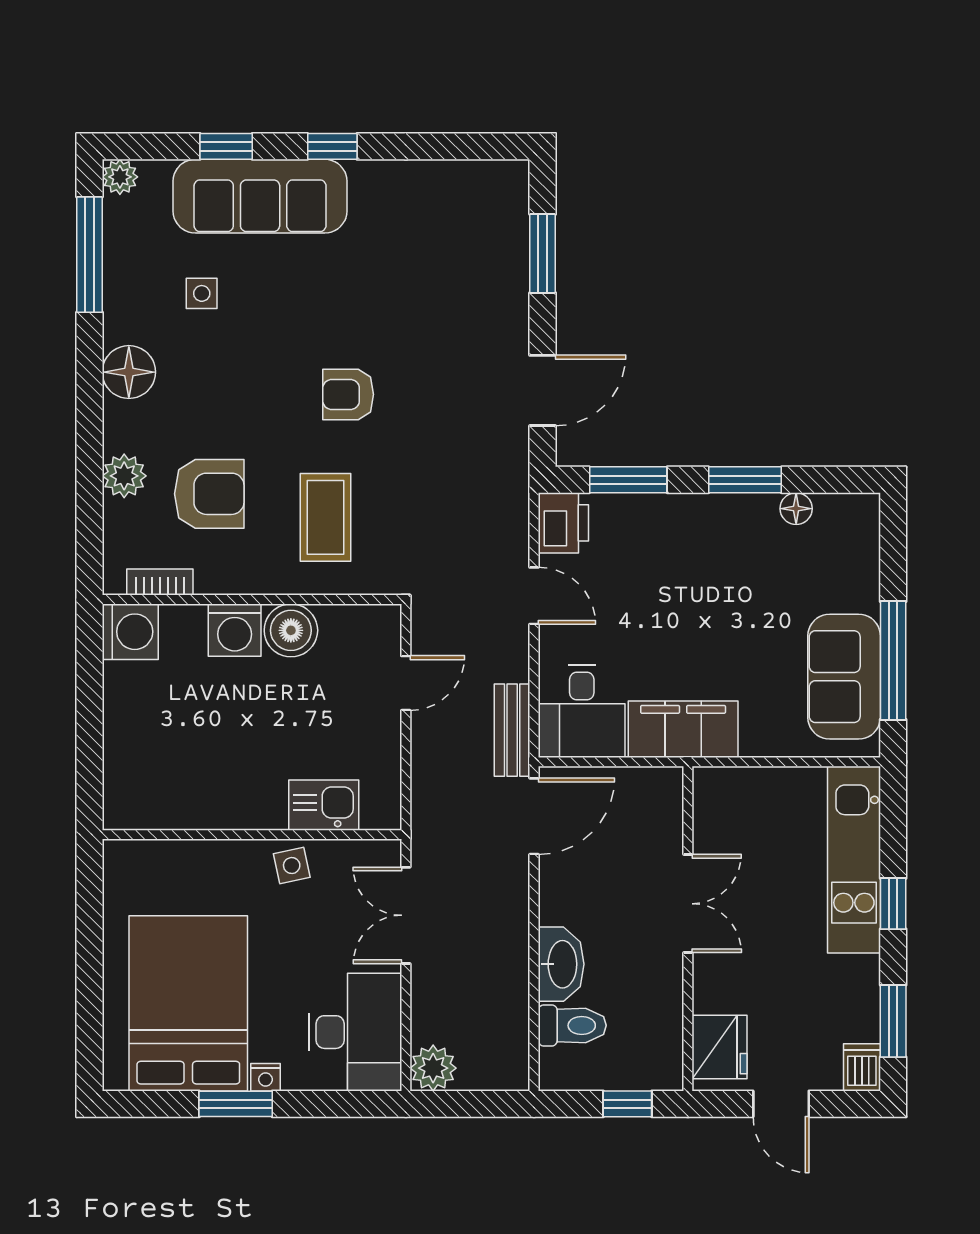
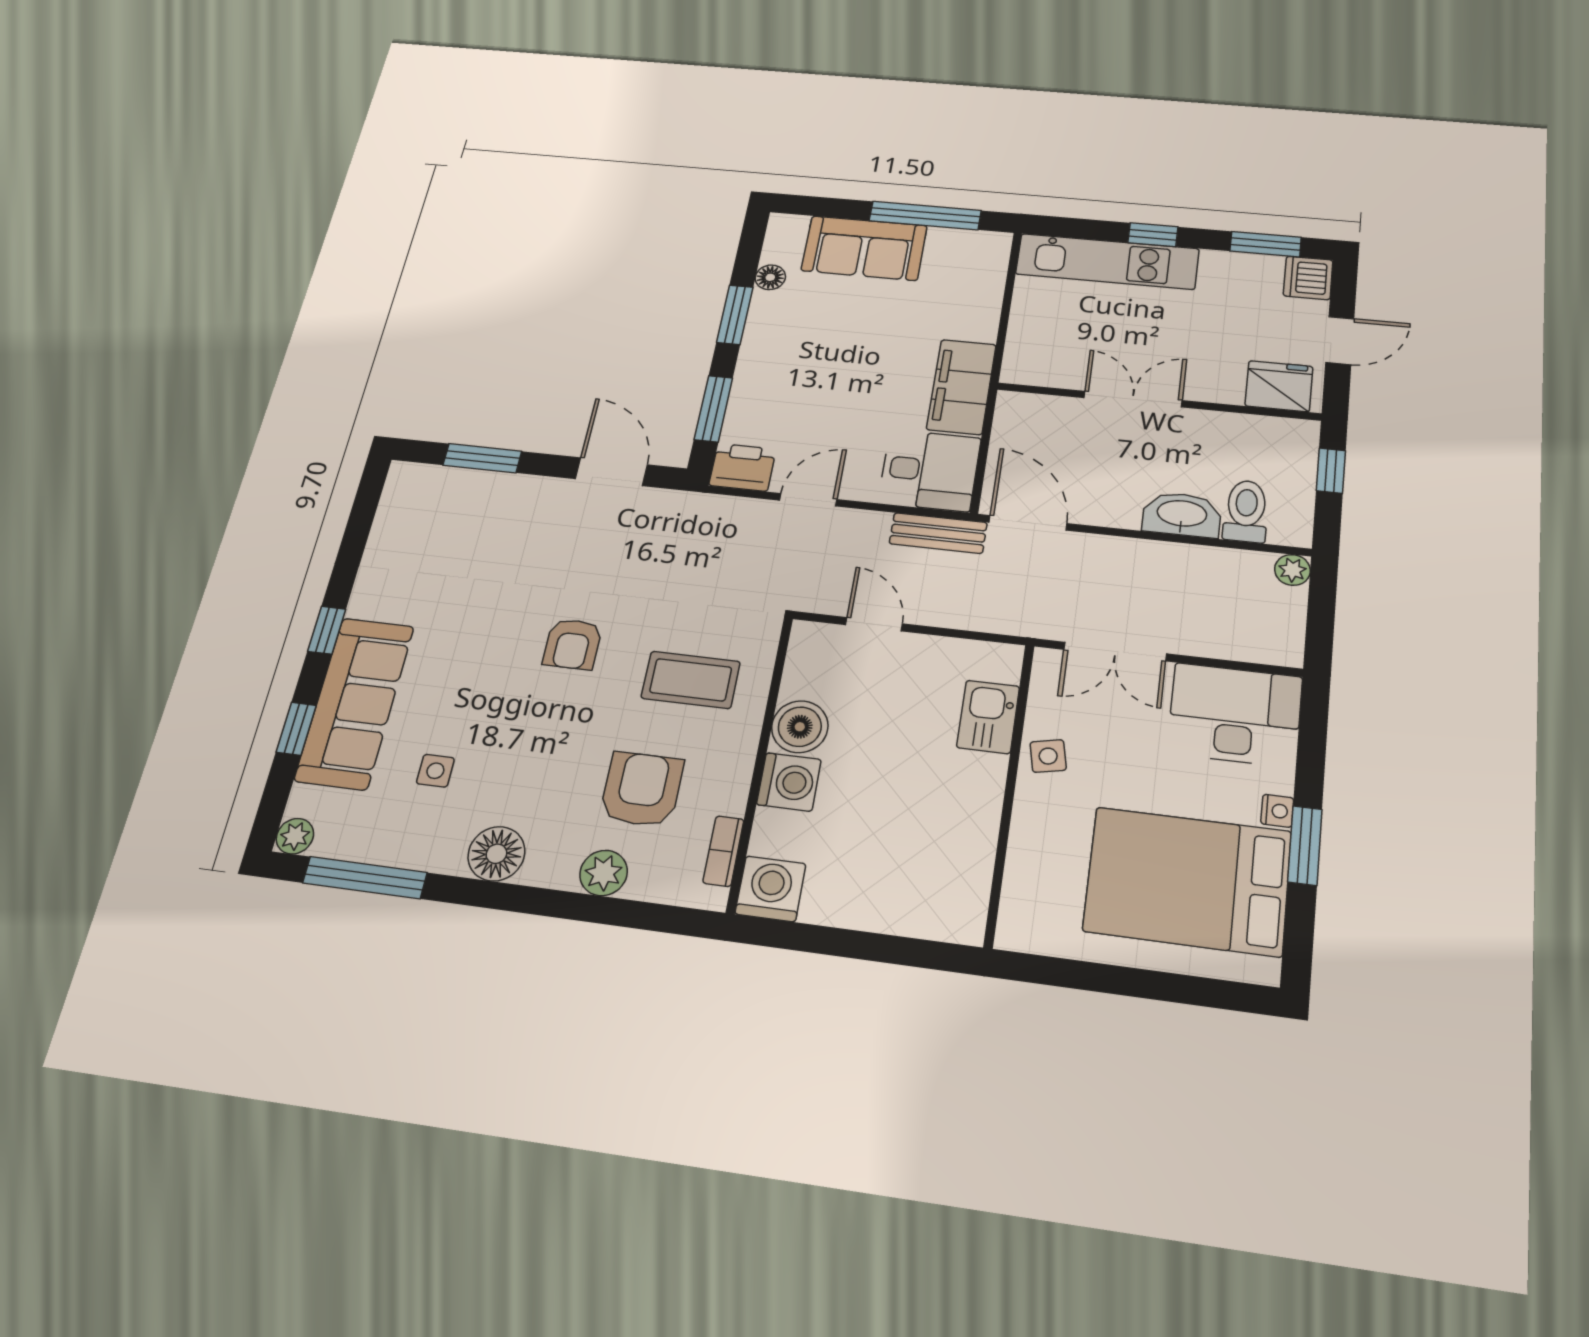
sofa: (844, 677) -> (864, 248), moved
dishwasher: (862, 1067) -> (1308, 278), width x1.38
plant: (433, 1068) -> (1292, 570), moved, width x0.73, depth x0.73

